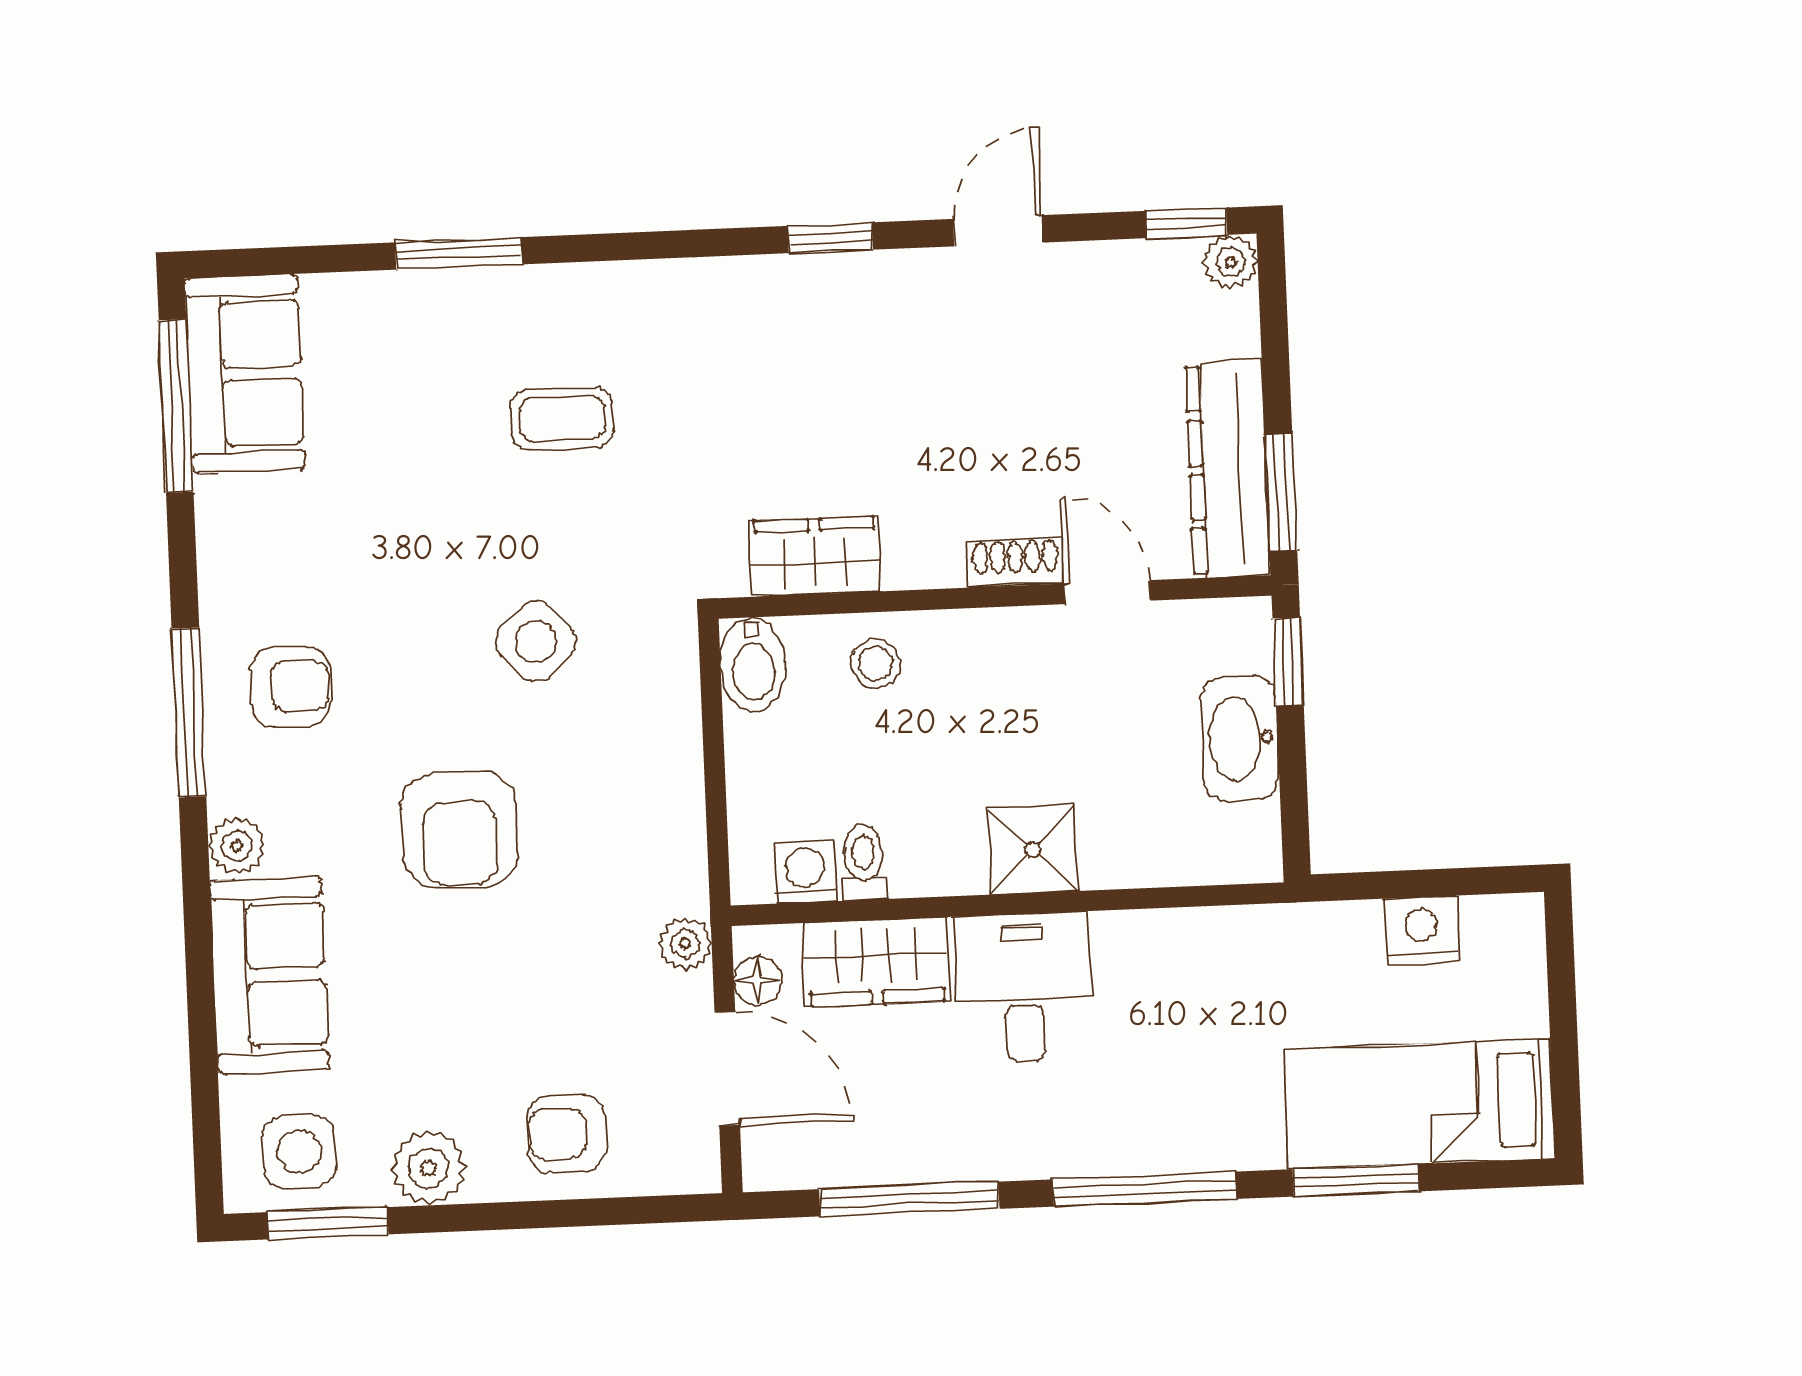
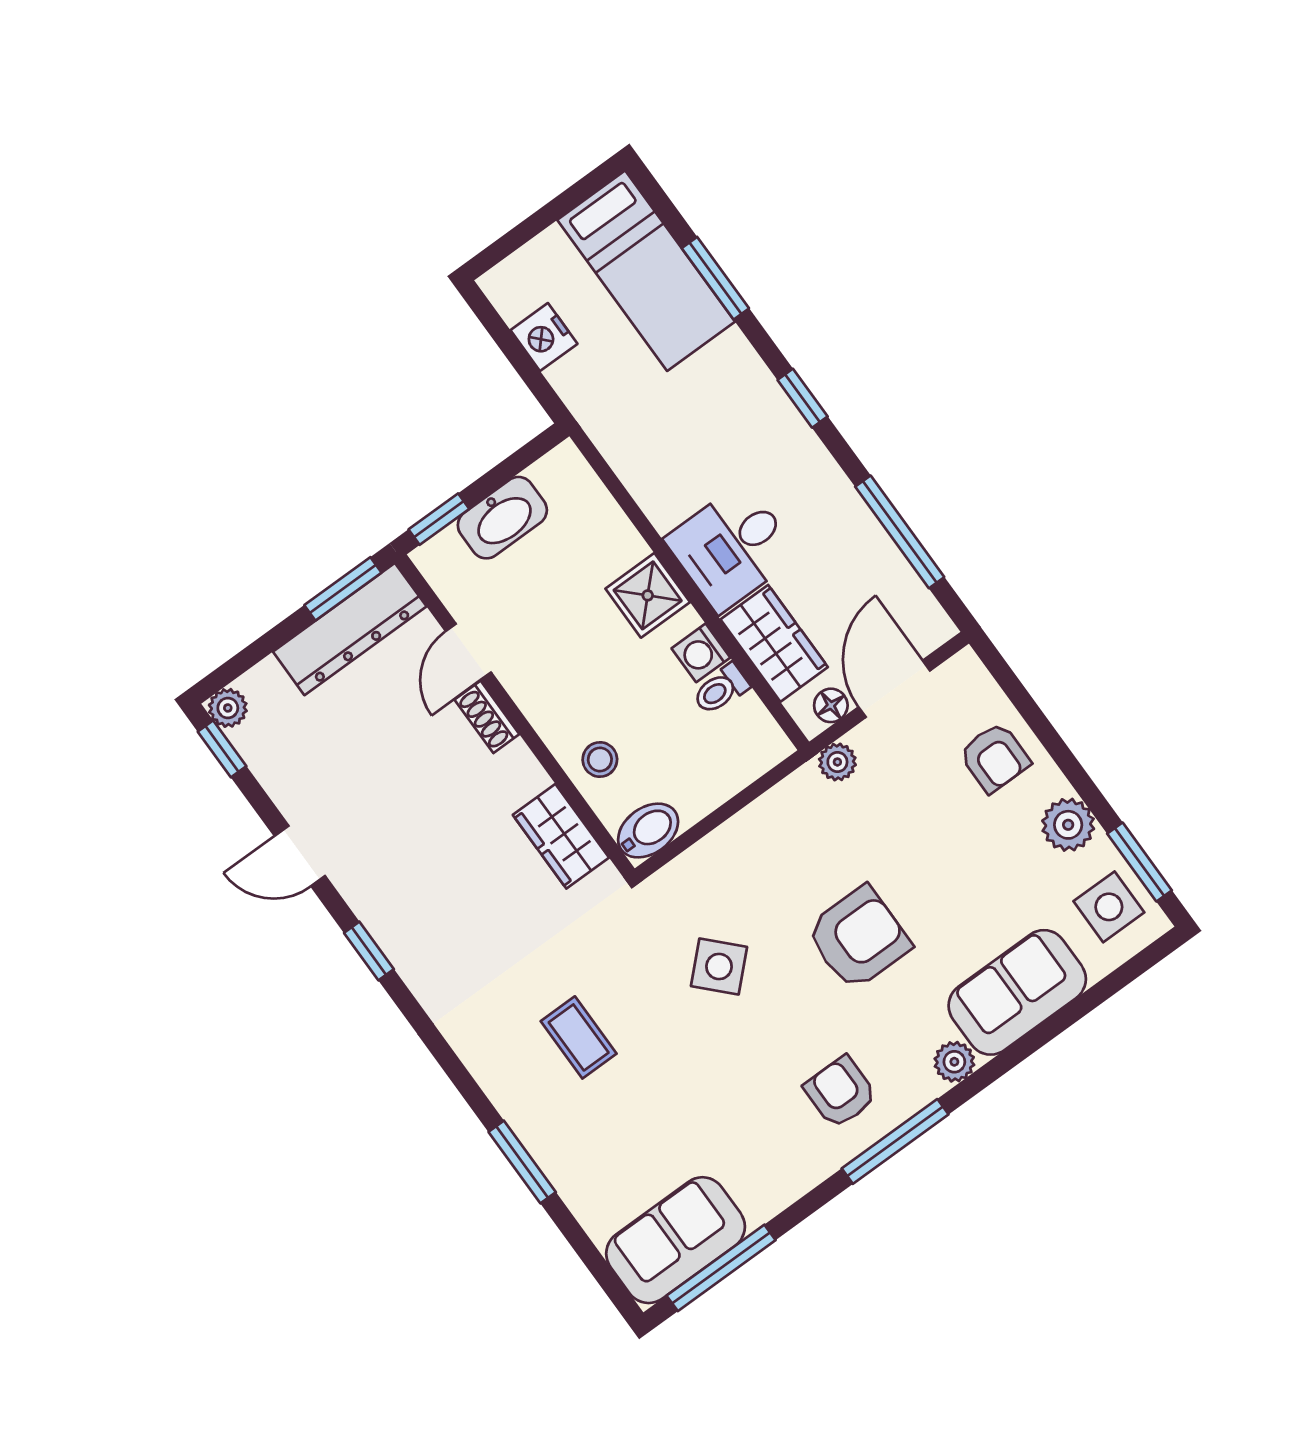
washing machine: (805, 872) -> (701, 653), moved
window: (1145, 1189) -> (803, 398), width x0.46

